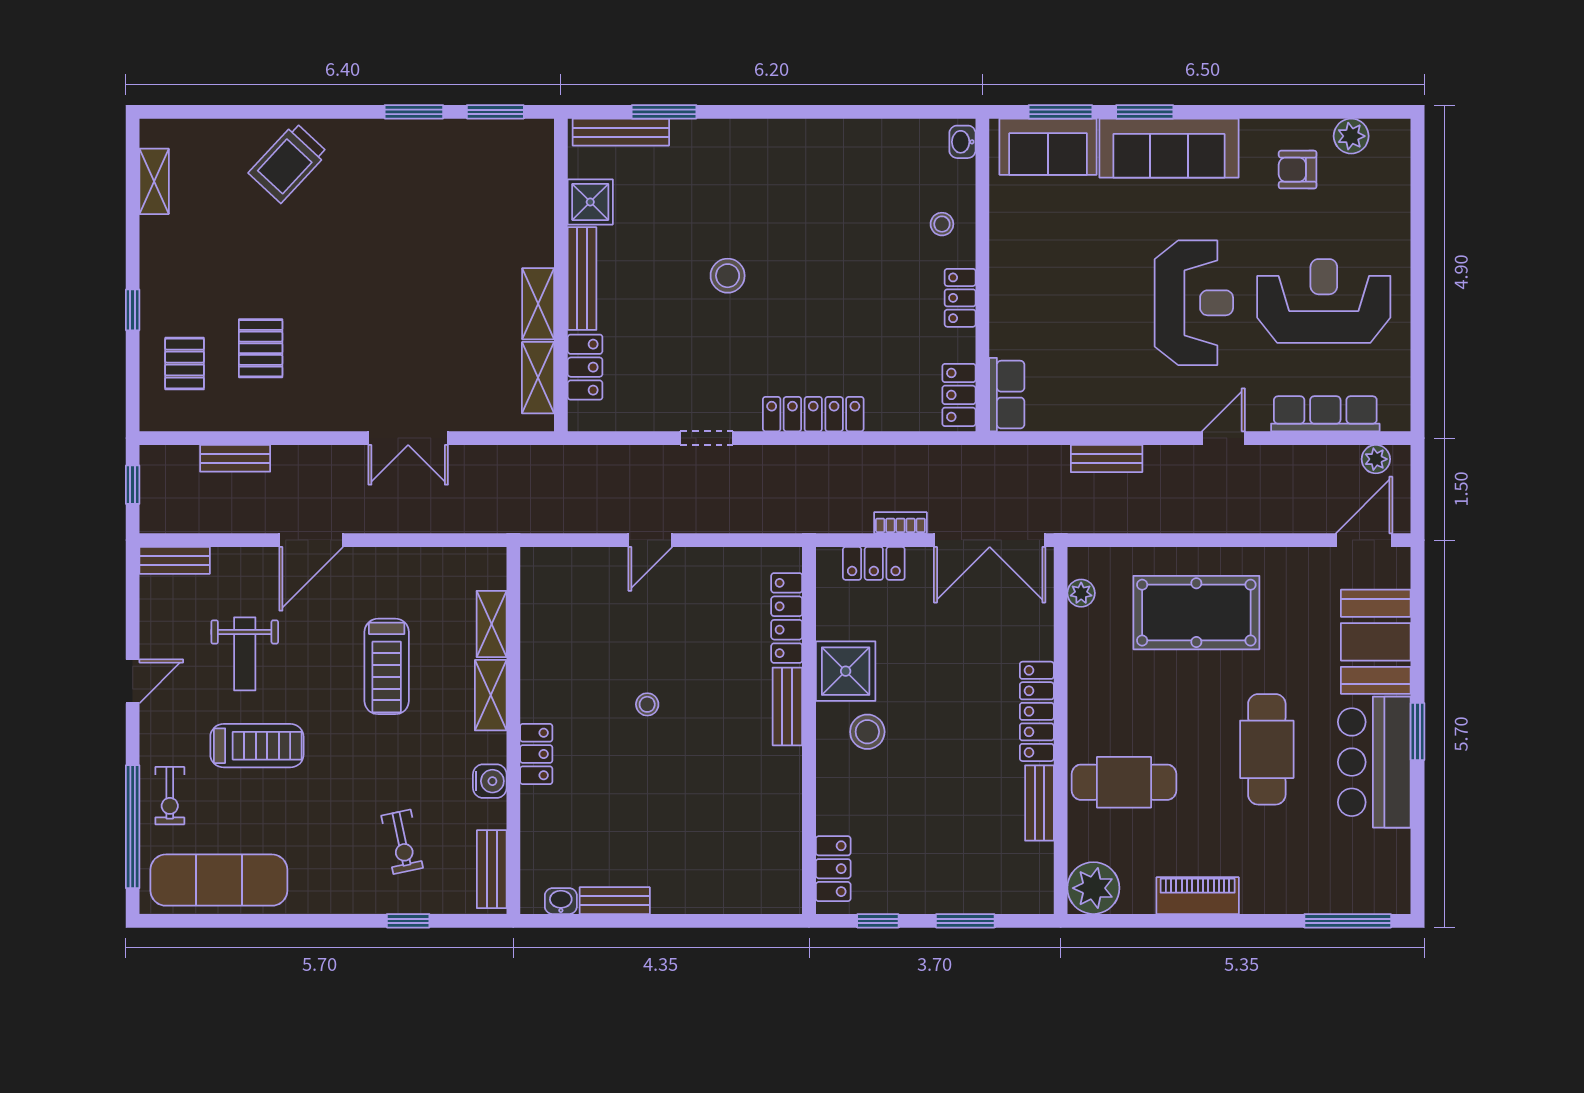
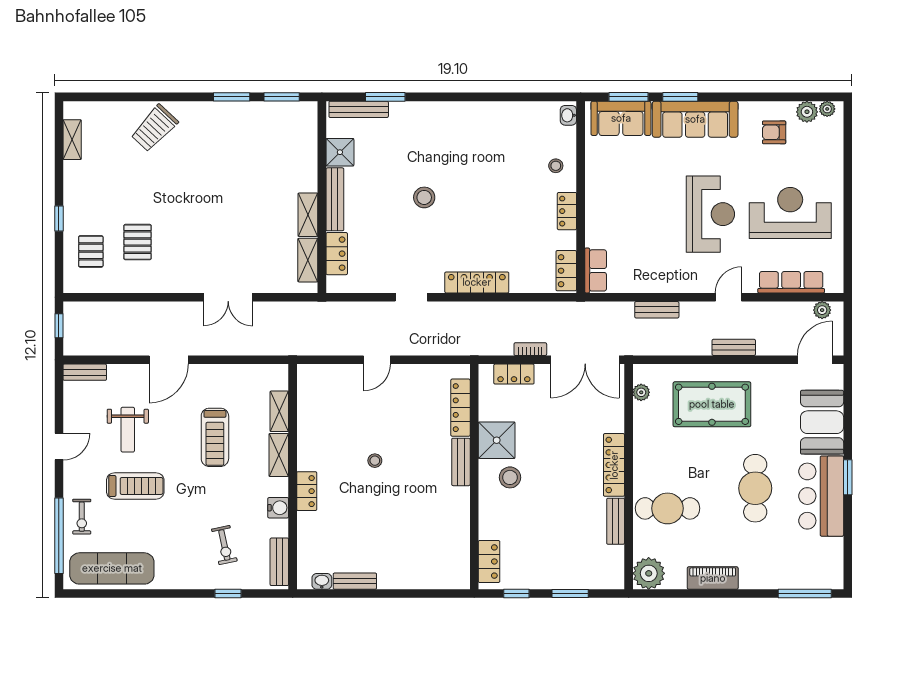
plant: (1384, 131) -> (827, 109), added
bench: (235, 458) -> (734, 347), moved

